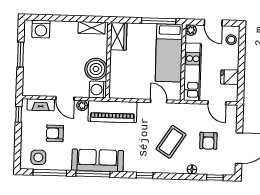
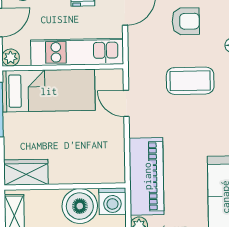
door: (159, 101) -> (126, 103), hinge flipped
coffee table: (171, 142) -> (190, 81), turned -33

